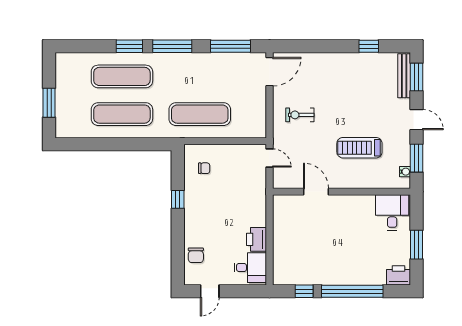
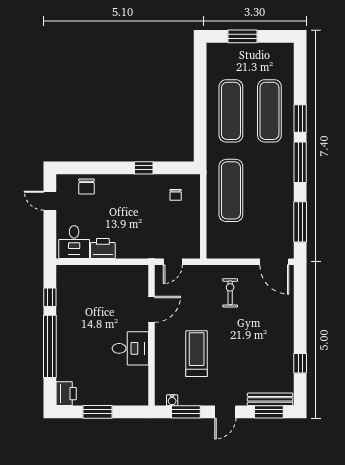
door: (269, 158) -> (173, 262), moved
desk: (392, 212) -> (130, 348), moved
chair: (196, 255) -> (87, 186), turned -90

